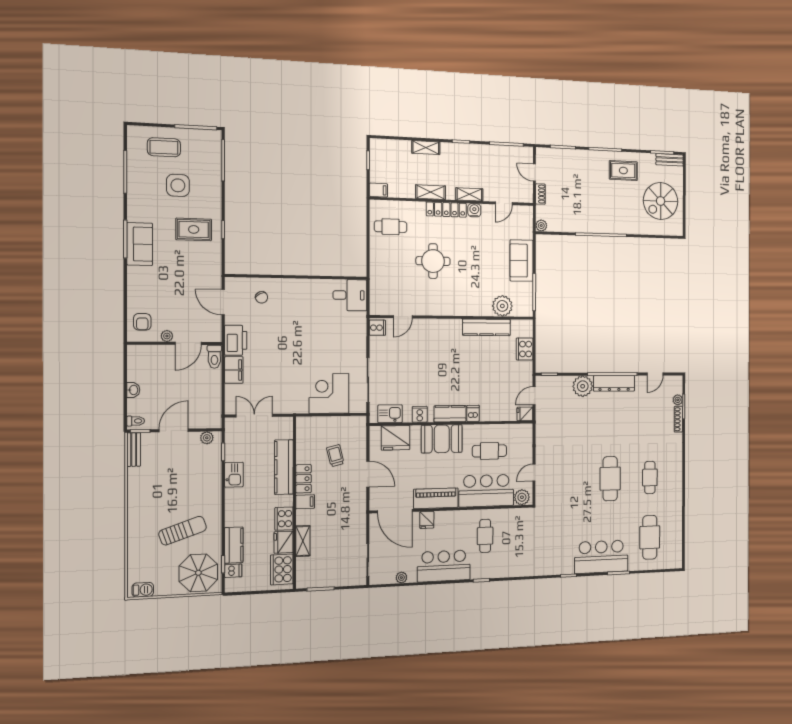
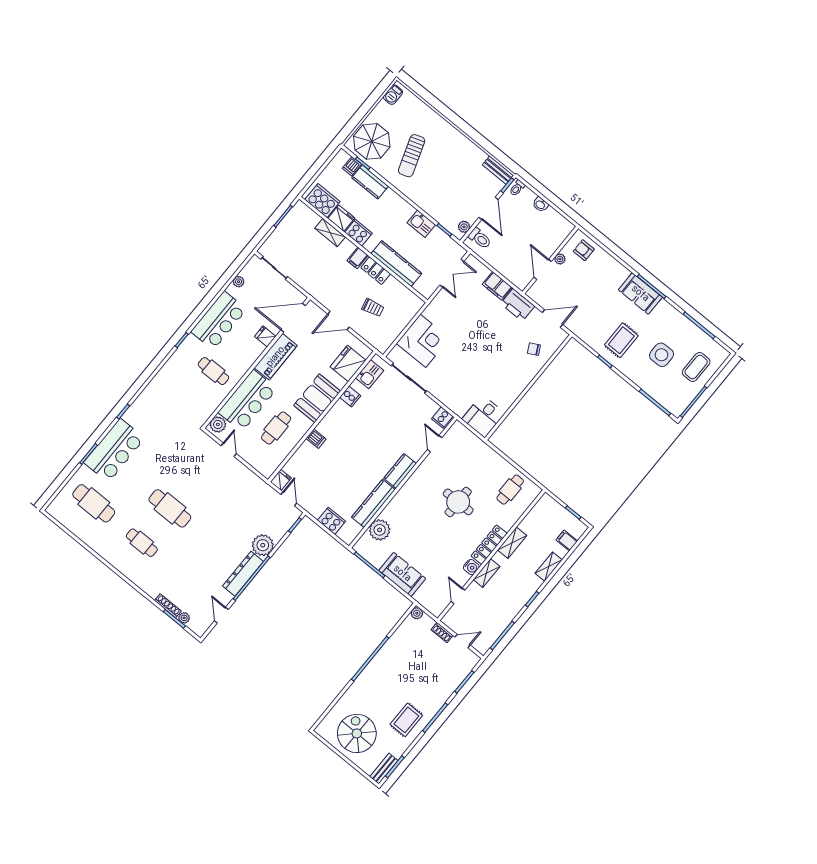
filing cabinet: (378, 190) -> (567, 540), moved, turned 90
toilet: (214, 357) -> (480, 238), moved, turned 180
kitchen counter: (450, 414) -> (400, 471), moved, turned 180

